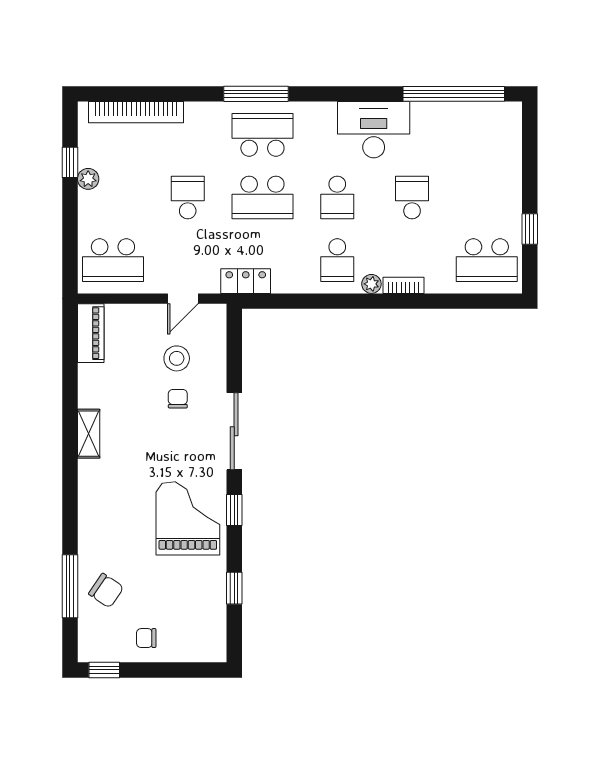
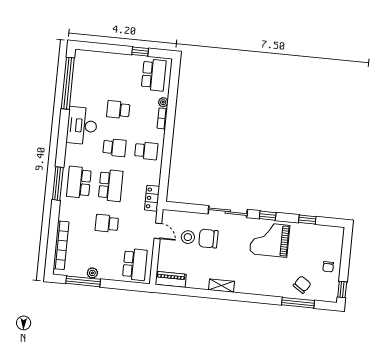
window: (70, 162) -> (83, 281), width x2.17
plant: (371, 284) -> (163, 102), moved
chair: (178, 399) -> (208, 239), width x1.87, depth x1.87

